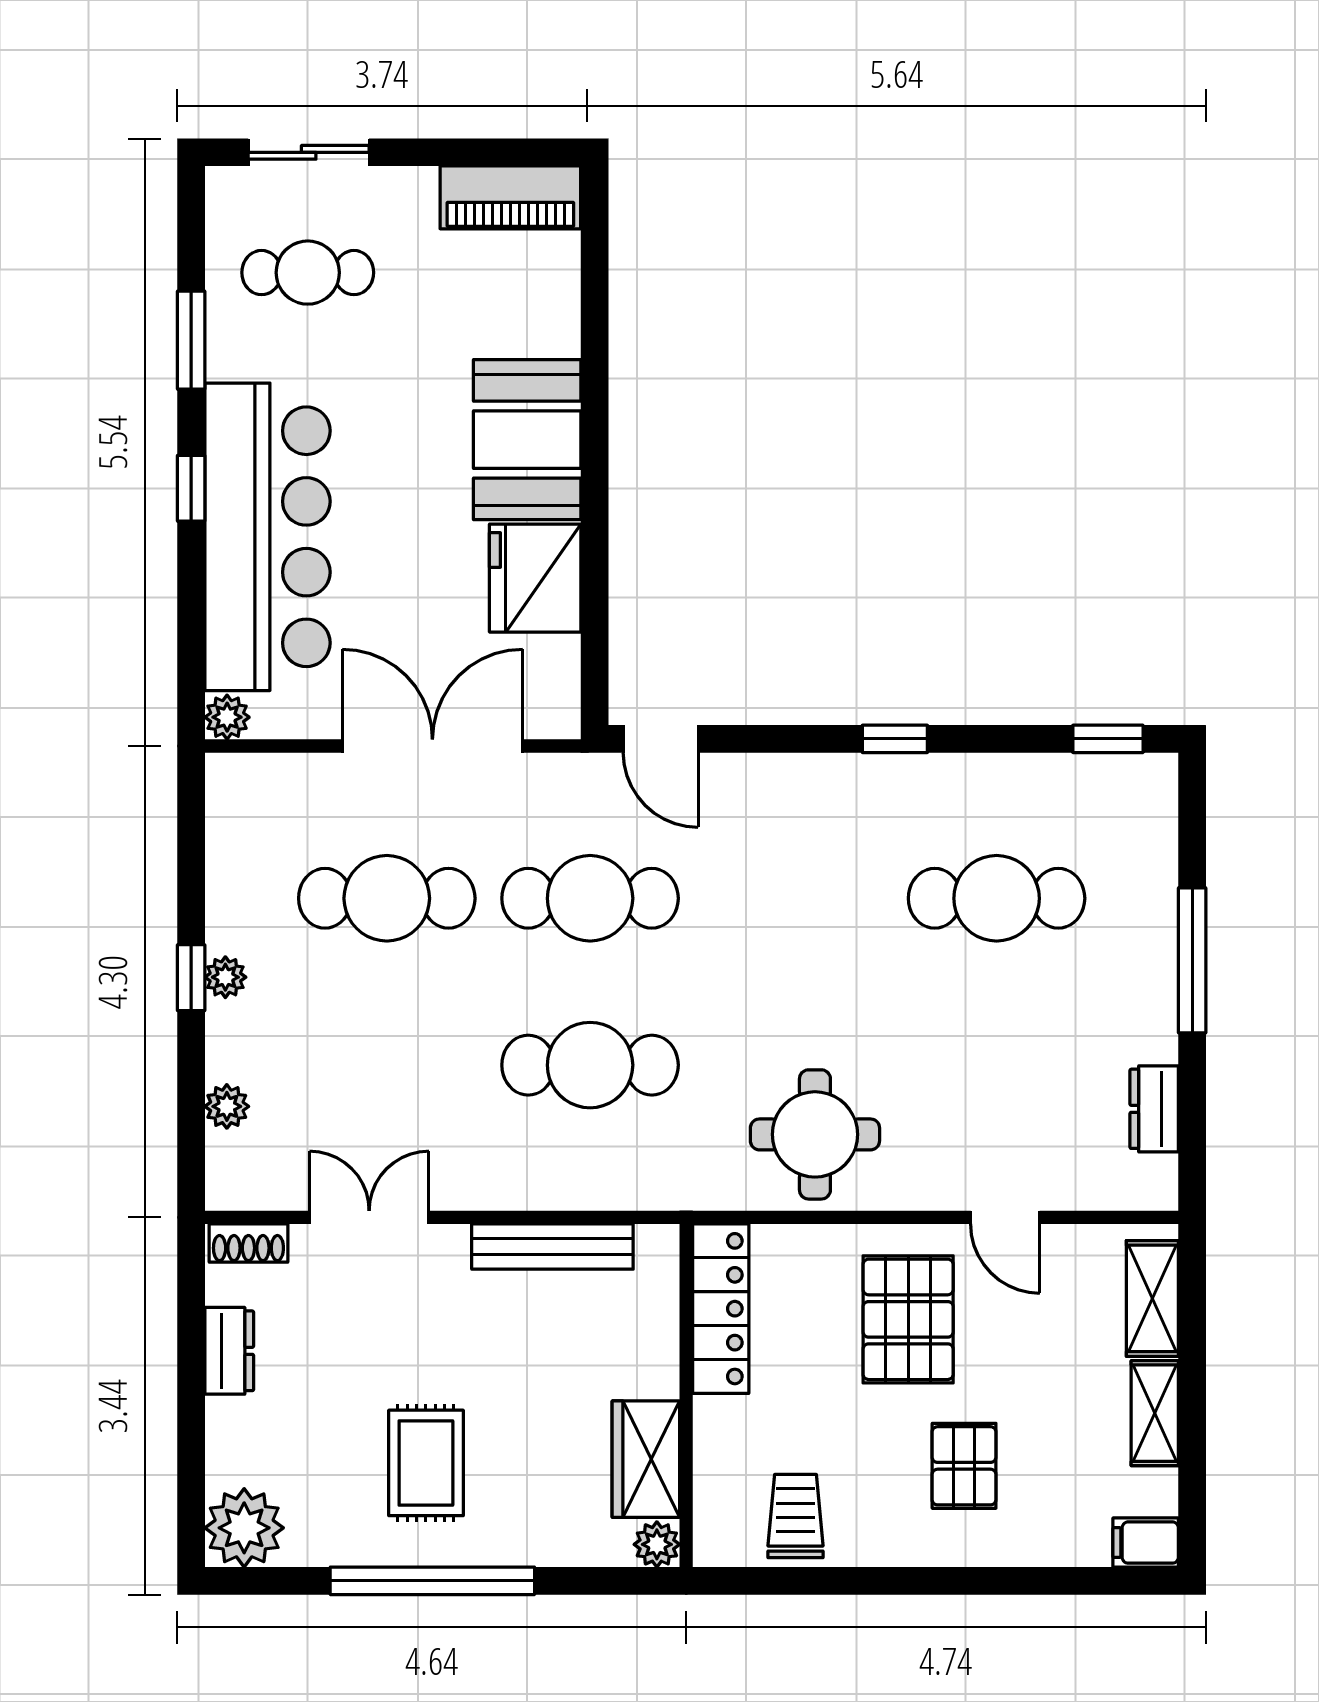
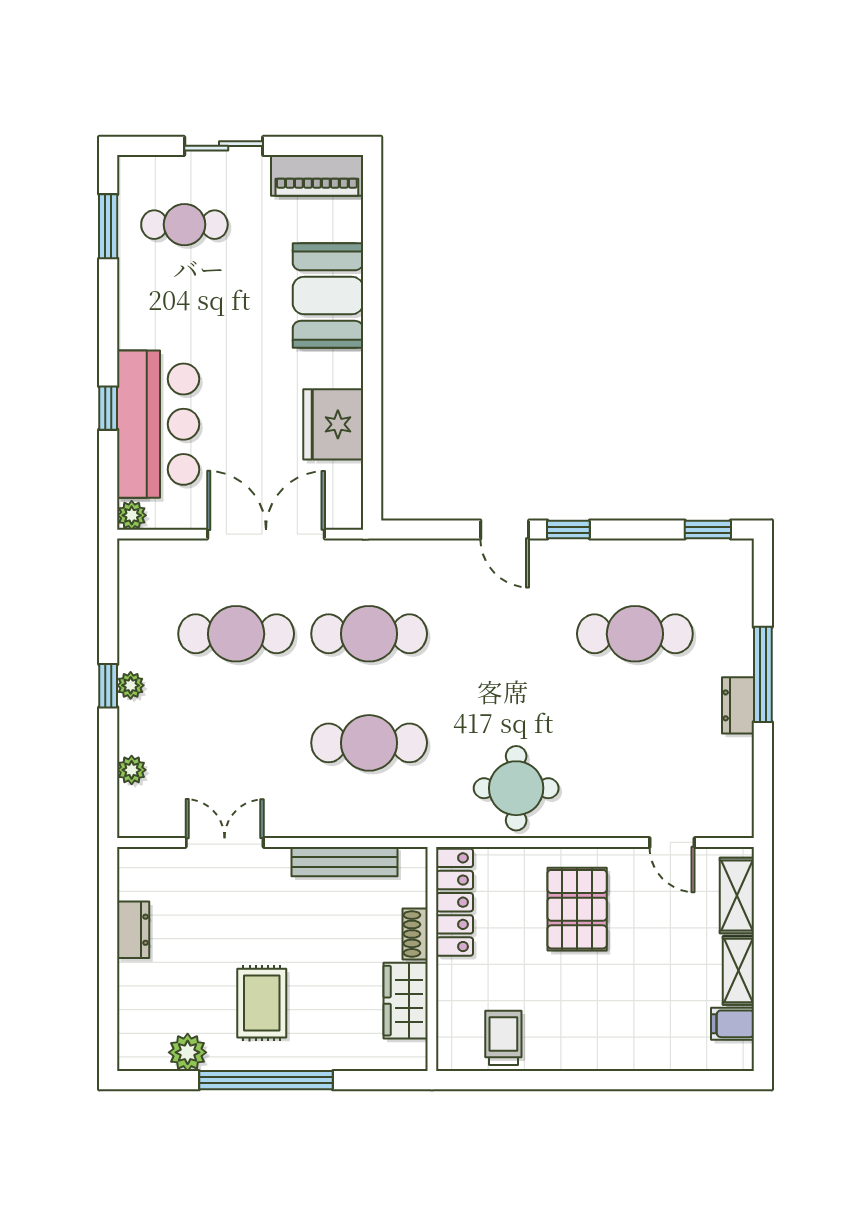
sliding door: (309, 152) -> (224, 146), moved
window: (191, 340) -> (108, 226), moved
booth: (527, 440) -> (328, 296), moved
window: (191, 488) -> (108, 408), moved
bar counter: (267, 537) -> (158, 424), width x0.73
door: (661, 739) -> (505, 530), moved
dresser: (1154, 1109) -> (738, 705), moved
door: (1005, 1217) -> (672, 842), moved
shoe rack: (248, 1243) -> (415, 934), moved, turned 90
pallet: (964, 1466) -> (614, 1005), removed
plant: (244, 1528) -> (188, 1052), moved, width x0.73, depth x0.73
filing cabinet: (1146, 1543) -> (732, 1024), moved
plant: (657, 1544) -> (413, 1056), removed

